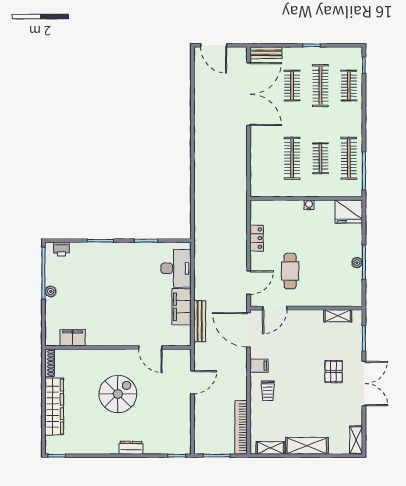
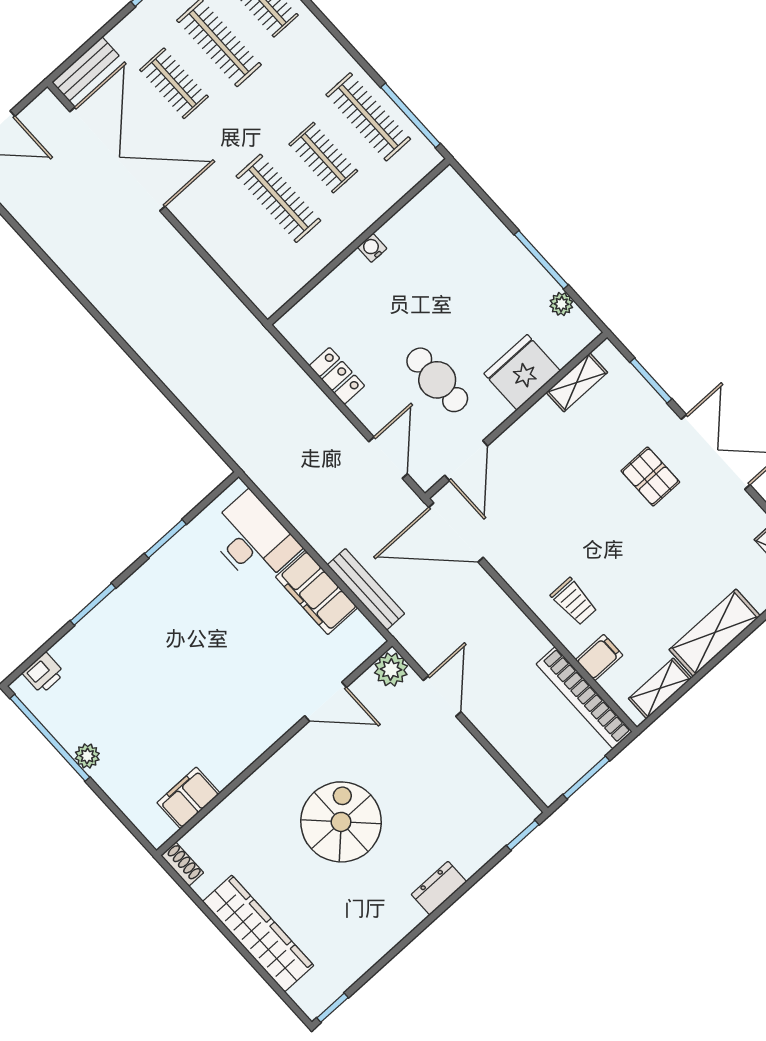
fridge: (349, 212) -> (522, 372), moved, turned 180
plant: (357, 263) -> (561, 304), moved
plant: (183, 357) -> (391, 669), added
shoe rack: (50, 363) -> (182, 864), width x0.70
filing cabinet: (259, 366) -> (599, 657), moved

